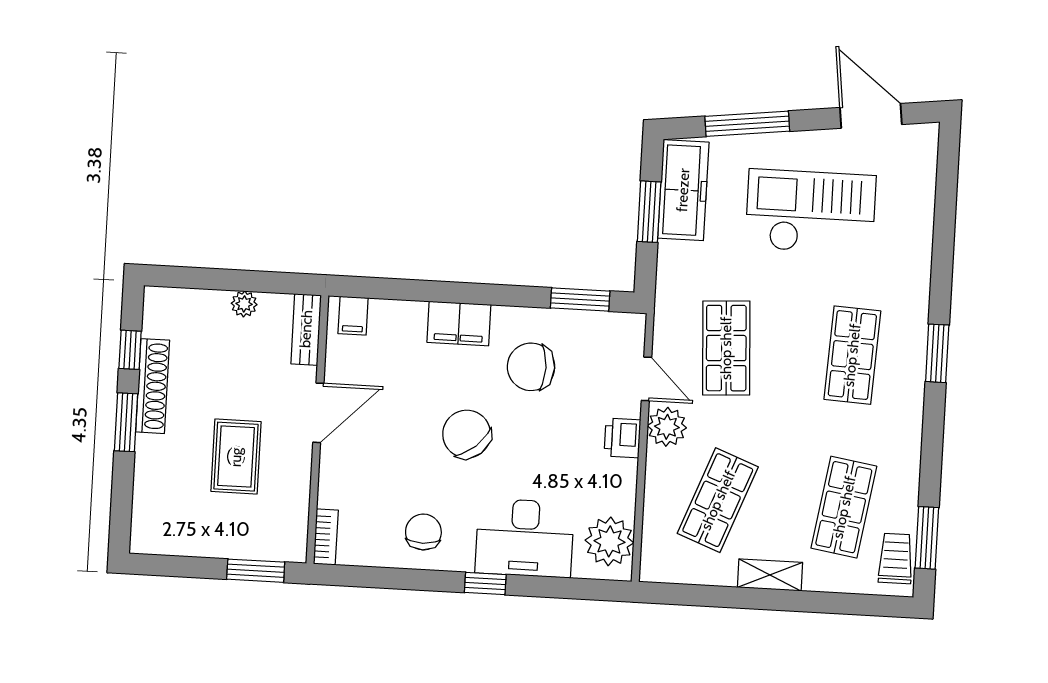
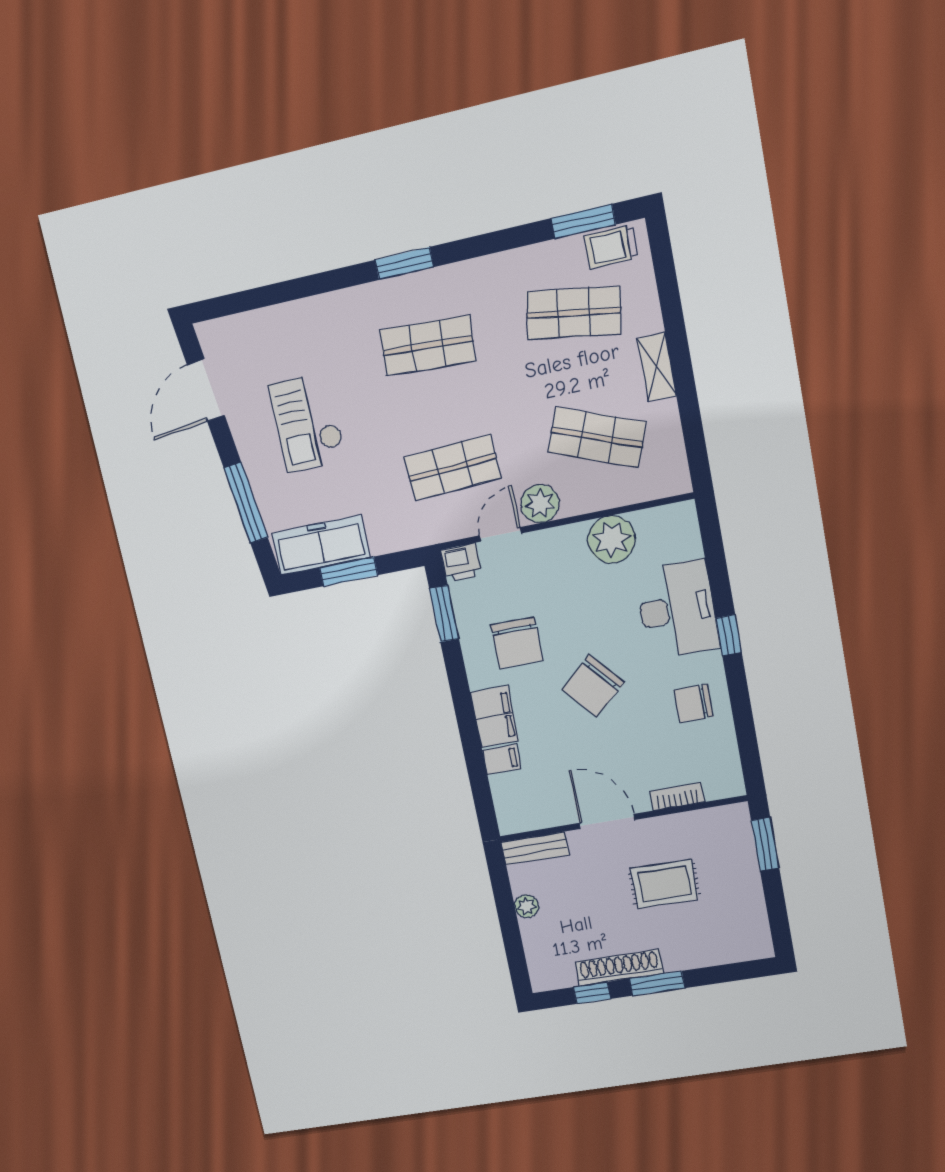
checkout: (811, 212) -> (307, 423), width x0.73, depth x0.83
filing cabinet: (353, 316) -> (502, 759), moved
printer: (622, 438) -> (461, 562), moved
bookcase: (326, 537) -> (677, 797), moved
plant: (609, 541) -> (612, 539), moved

